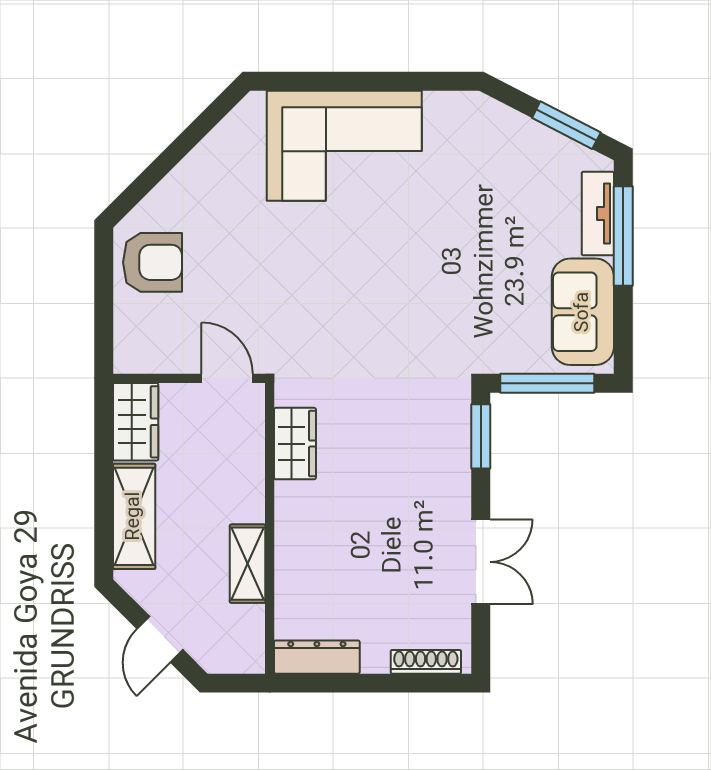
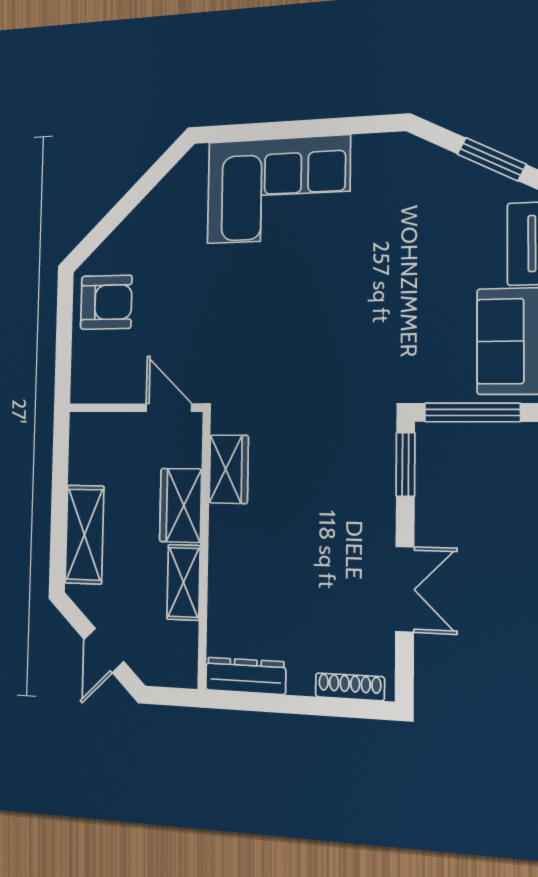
wardrobe: (136, 422) -> (181, 505), moved, turned 180

